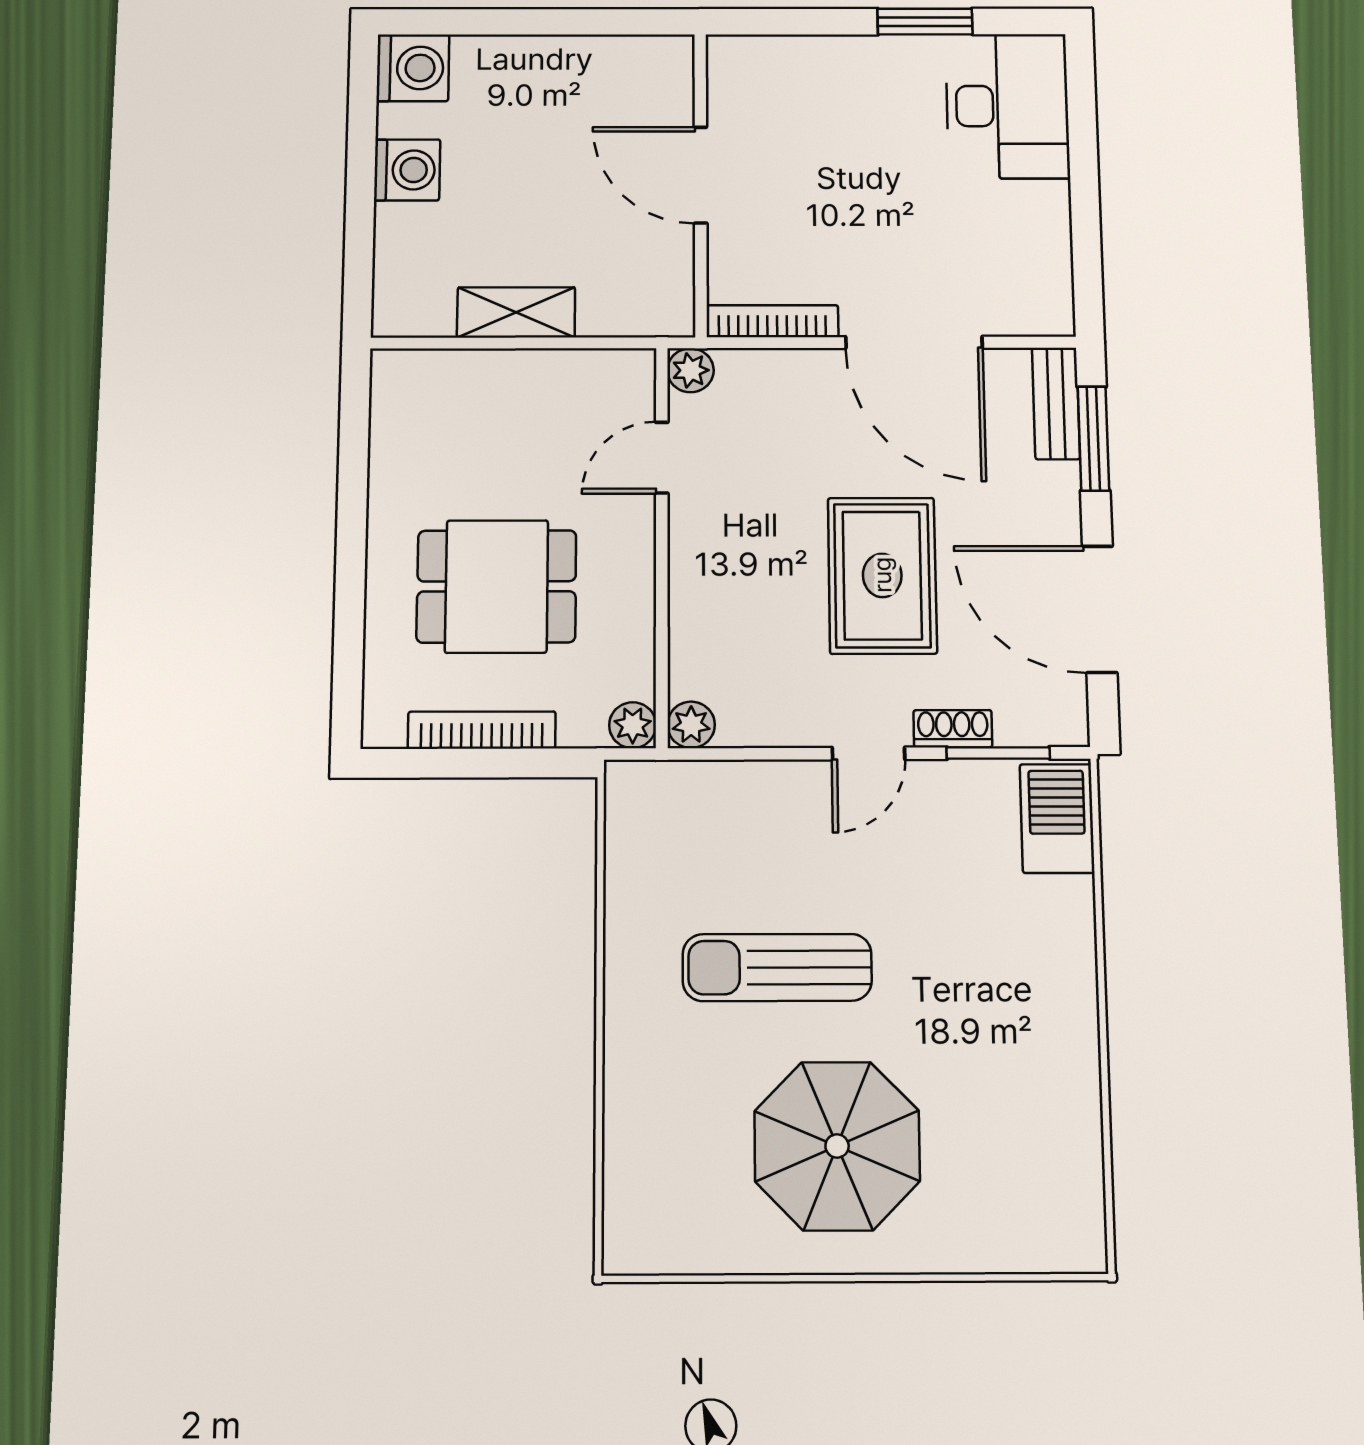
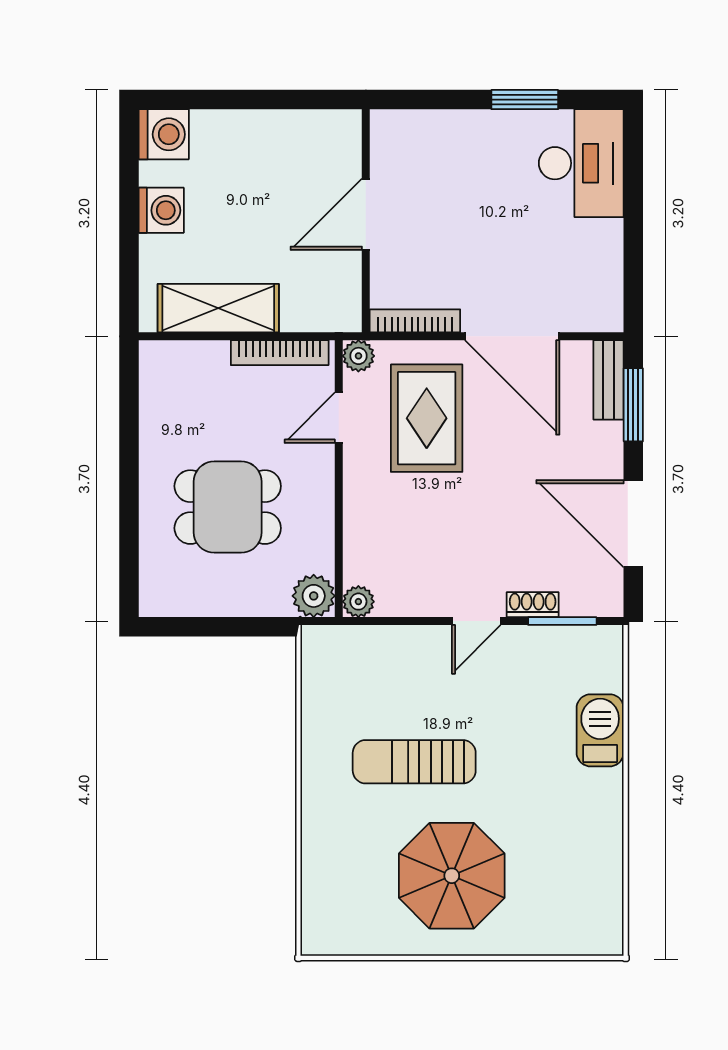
door: (701, 175) -> (366, 214), hinge flipped
shelving: (516, 312) -> (218, 308), width x1.50, depth x1.33
rug: (882, 575) -> (427, 418), moved
plant: (633, 725) -> (314, 596), width x1.38, depth x1.38
bookcase: (482, 730) -> (280, 353), moved, turned 180
barbecue: (1057, 818) -> (600, 730), moved

